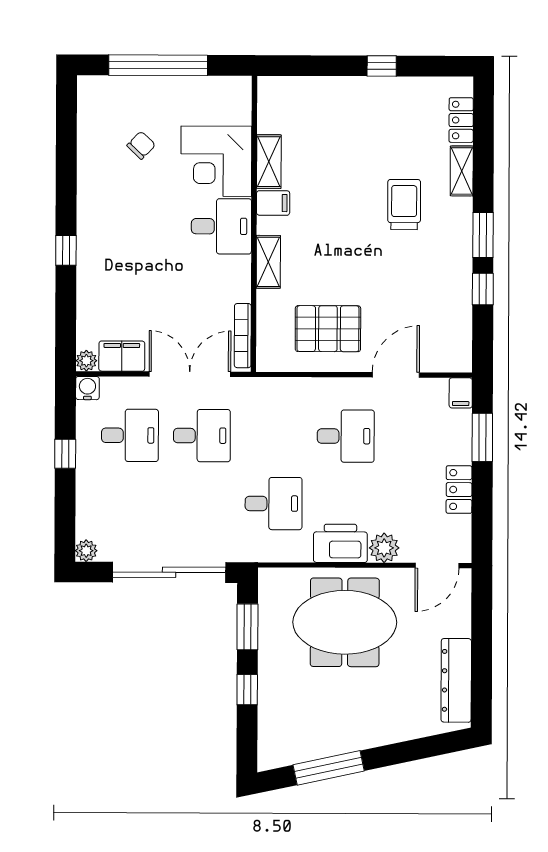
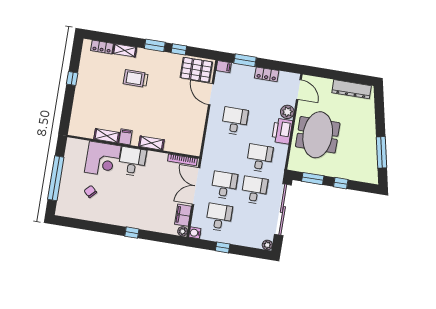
pallet: (328, 329) -> (196, 70), moved, turned 90
desk: (202, 503) -> (254, 190), added

